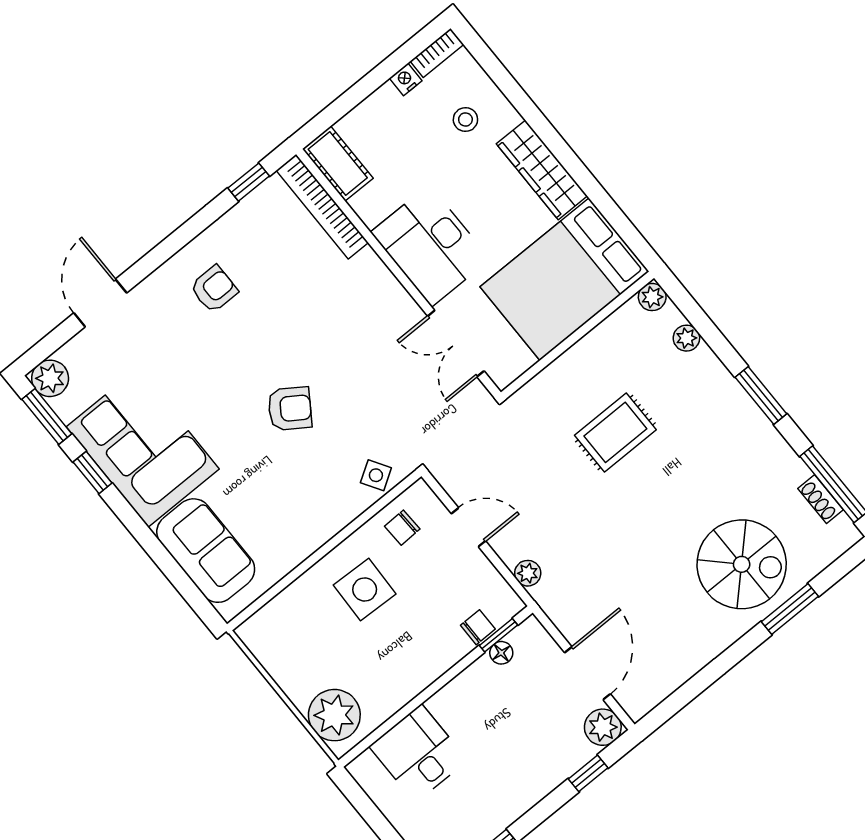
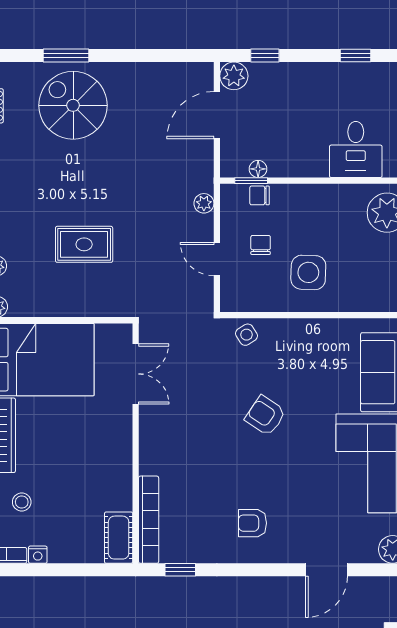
desk: (430, 246) -> (104, 444), removed
chair: (402, 528) -> (261, 245), moved, turned -88

